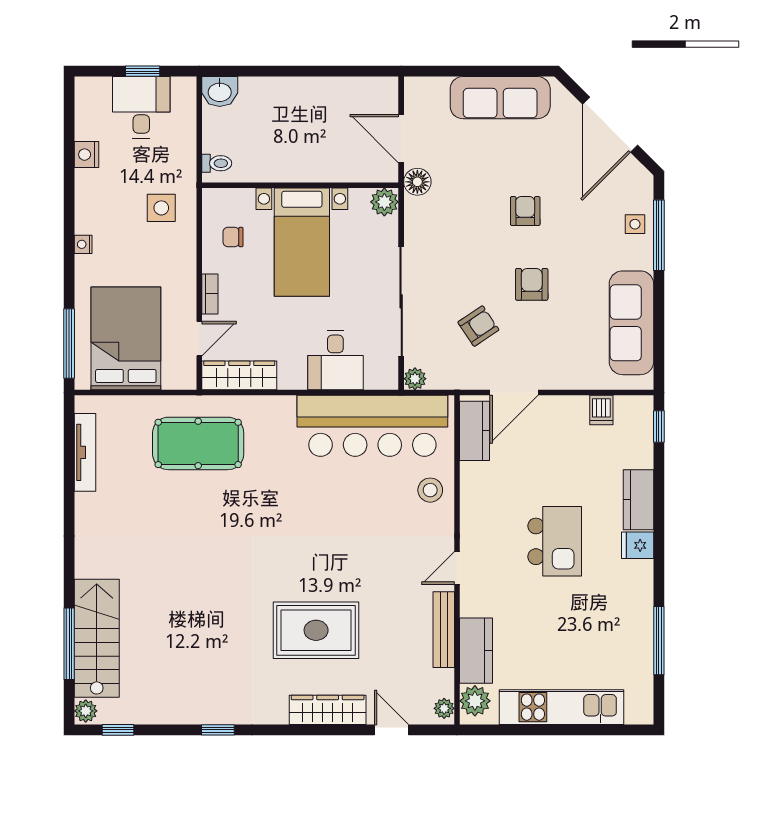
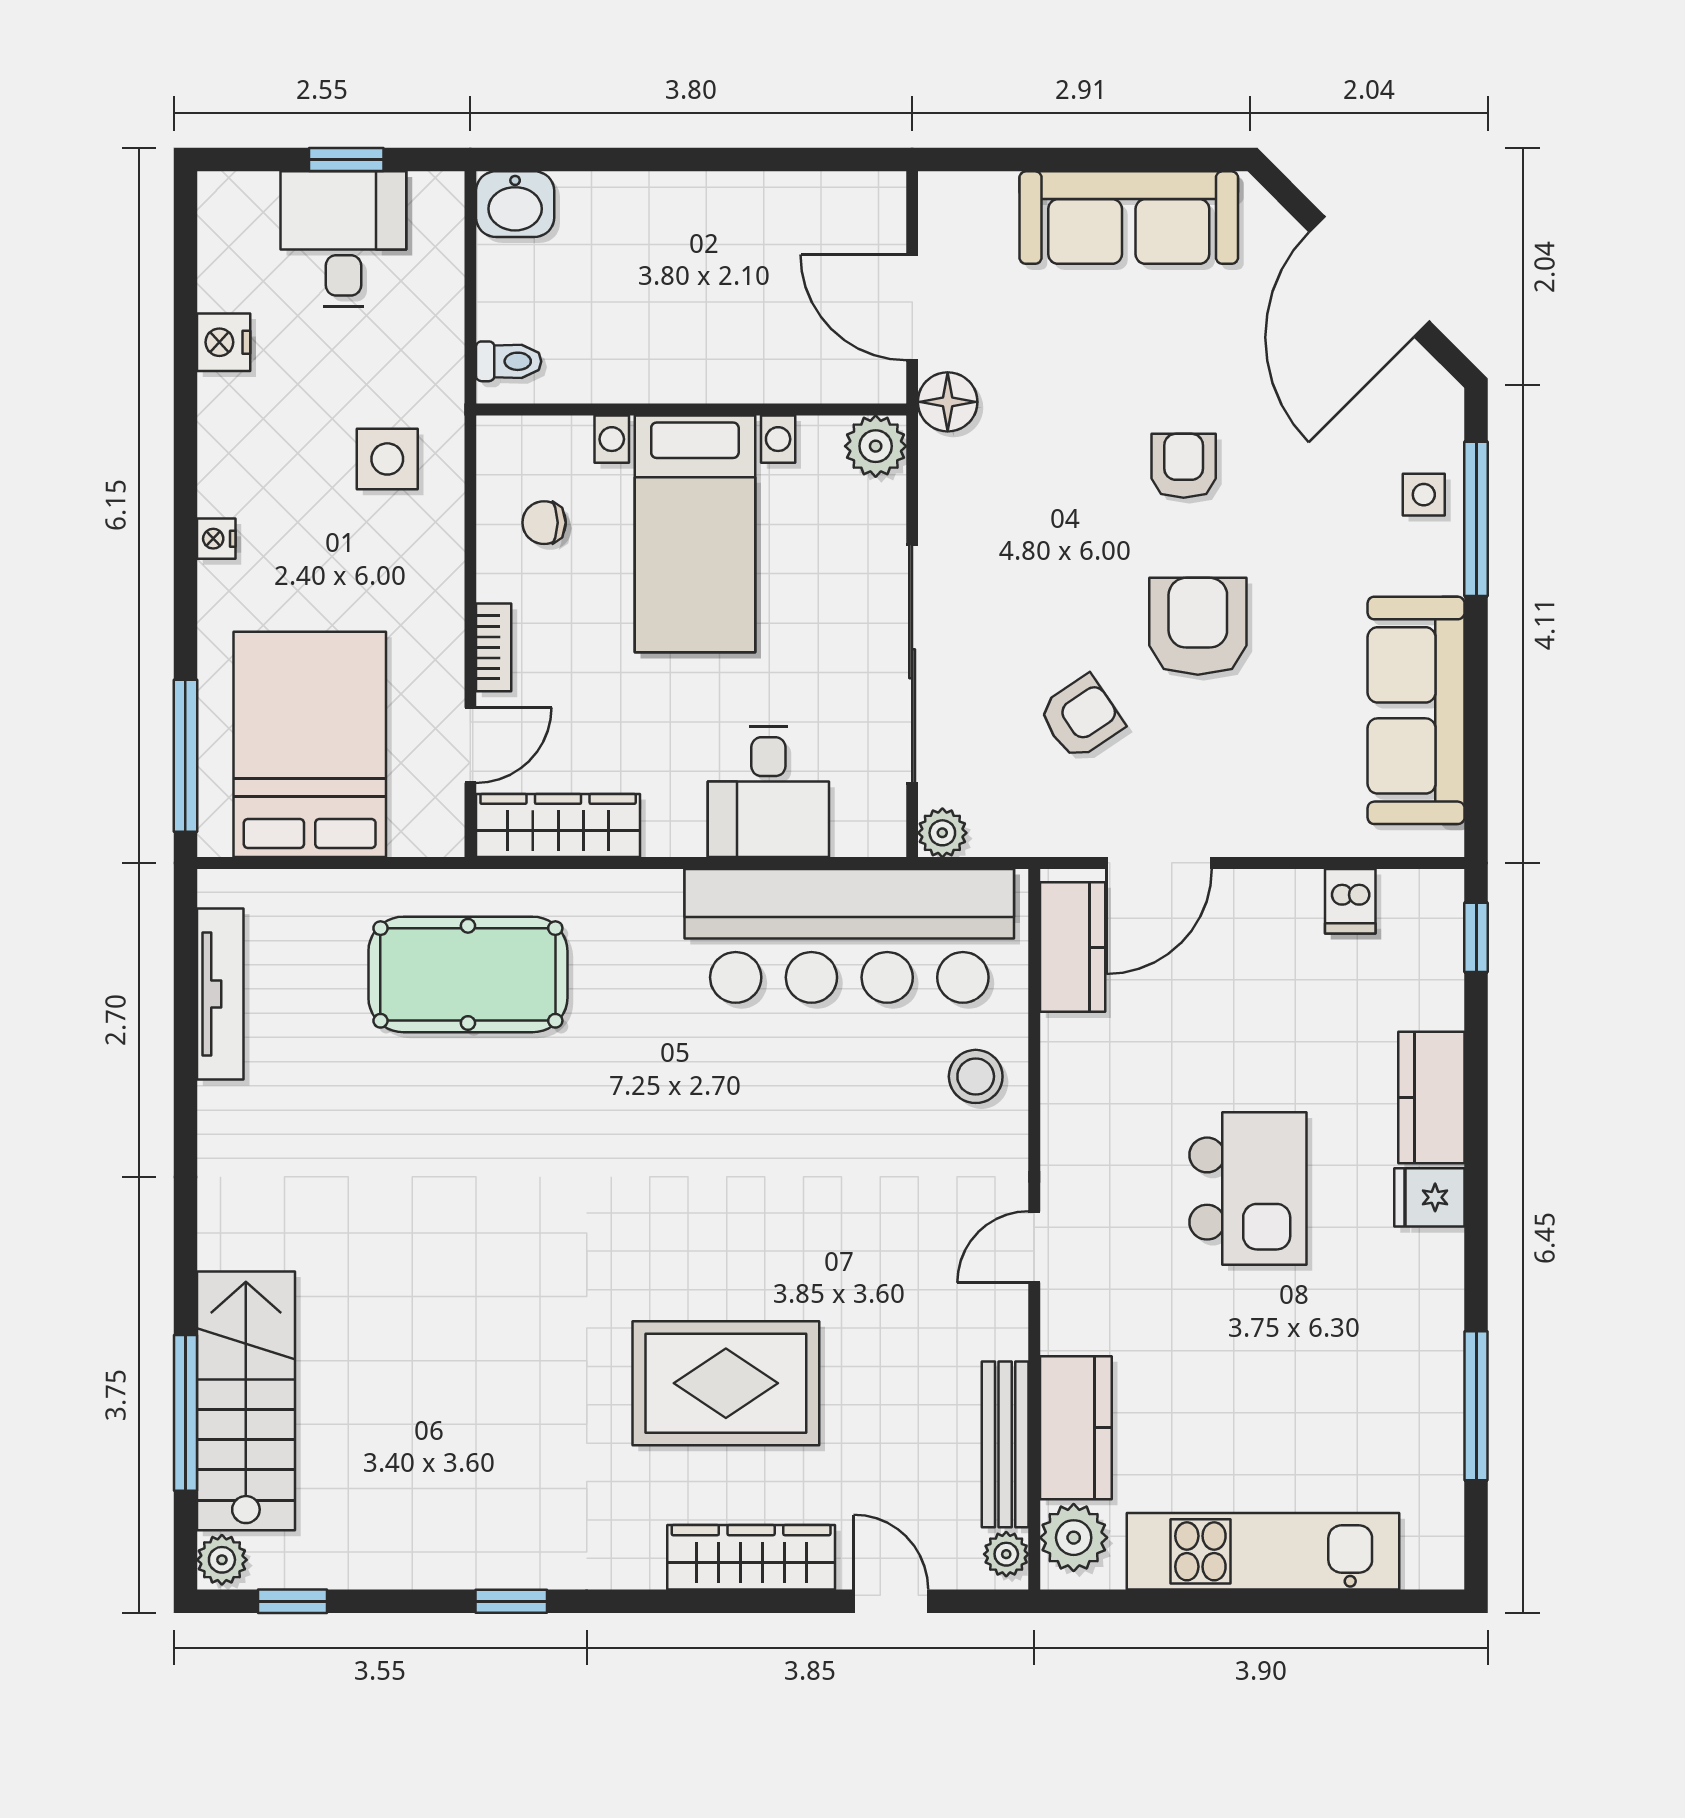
armchair: (532, 284) -> (1198, 626), width x1.38, depth x1.38
bench: (444, 630) -> (1005, 1444), moved

